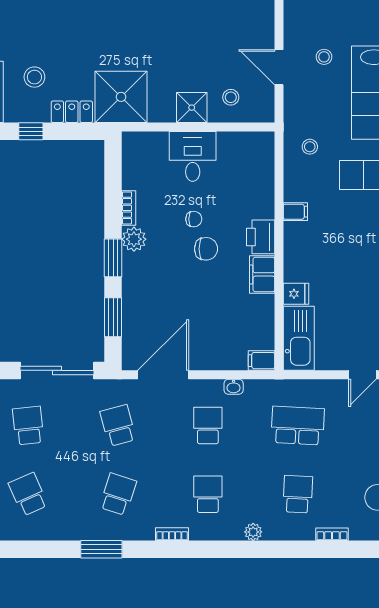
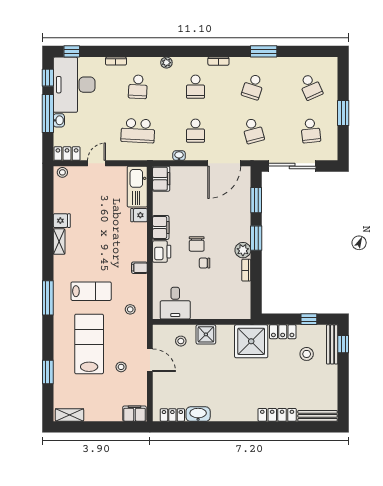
desk: (193, 156) -> (175, 303), moved
chair: (206, 249) -> (197, 244), turned -90
filing cabinet: (261, 361) -> (161, 179), width x2.00

